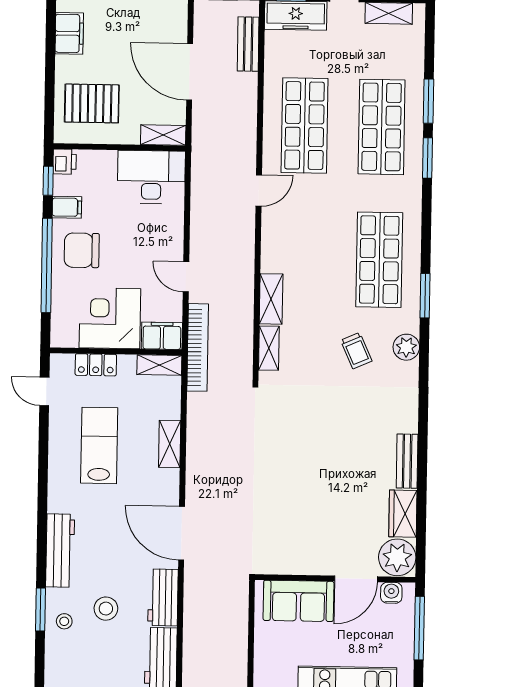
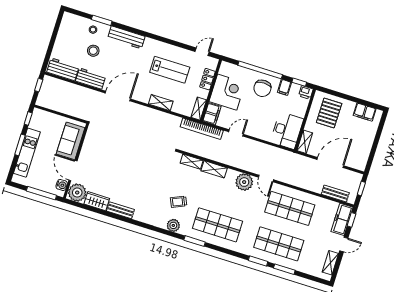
plant: (279, 232) -> (244, 182), added
chair: (82, 250) -> (262, 88), turned 180

